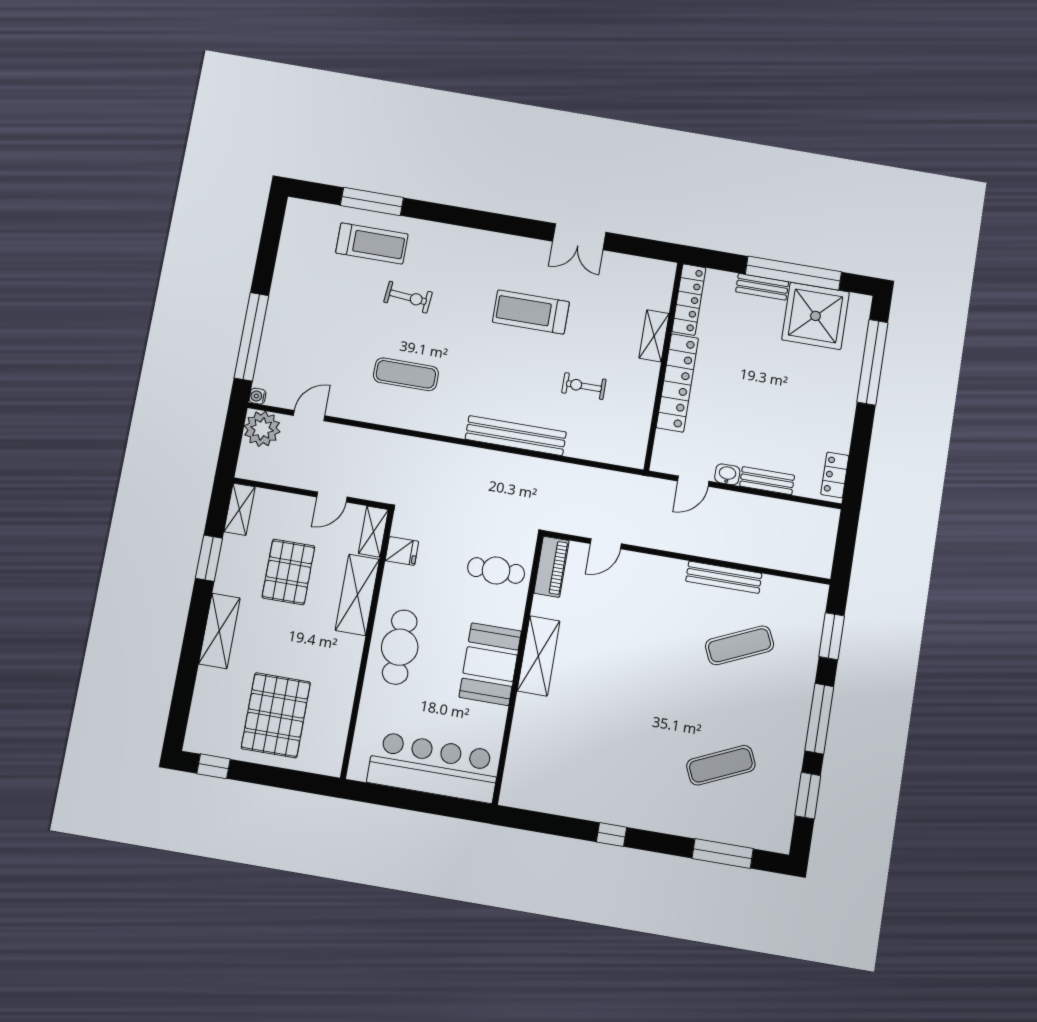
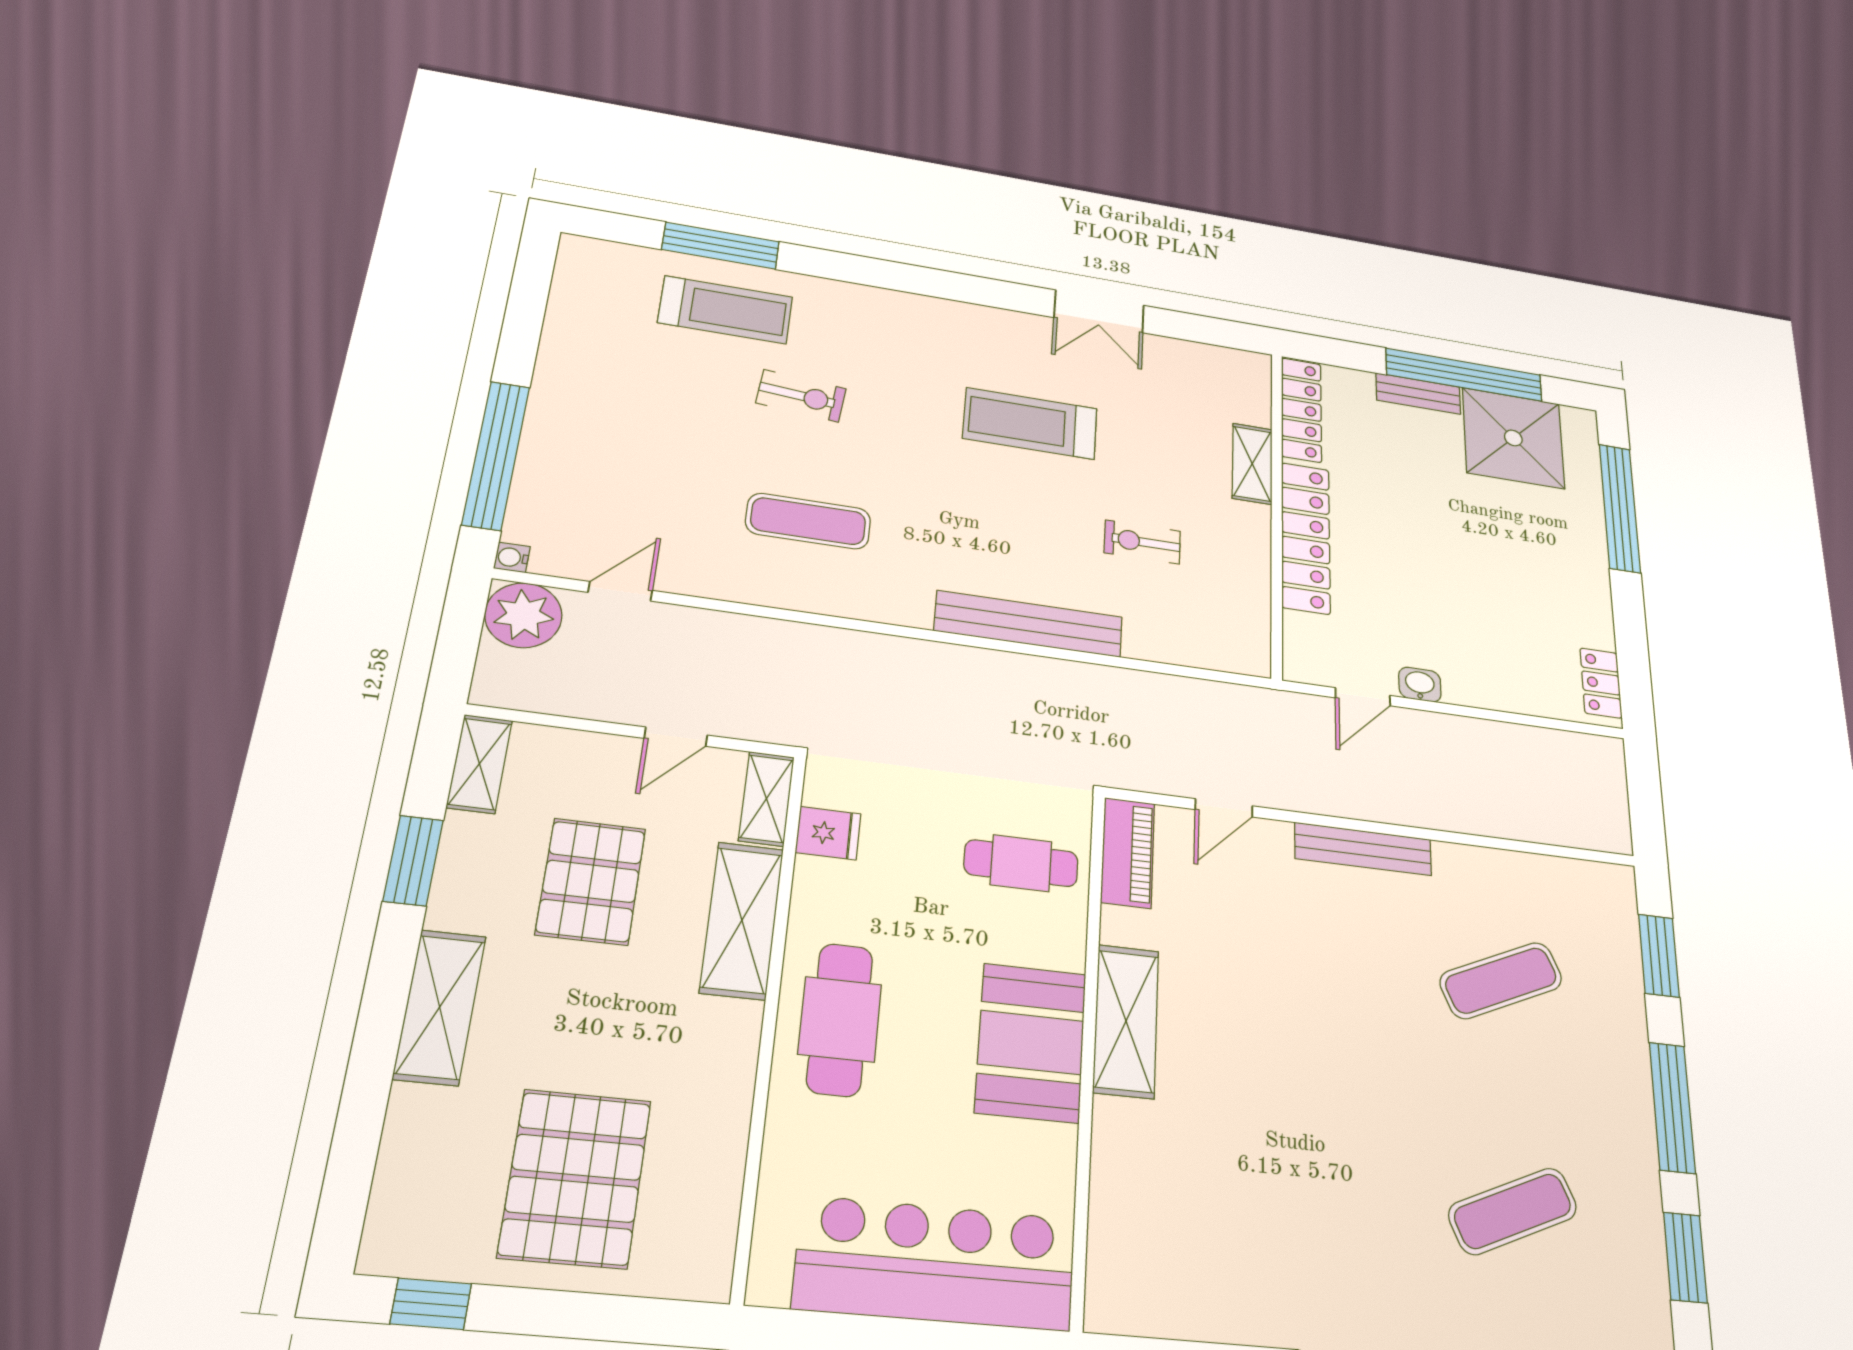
bench: (767, 481) -> (1490, 694), removed
bench: (724, 577) -> (1363, 849), moved

